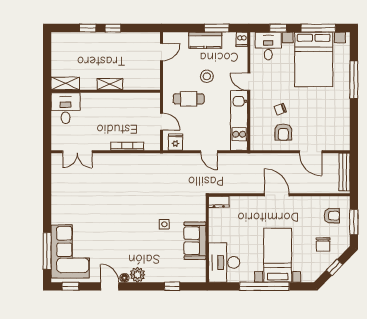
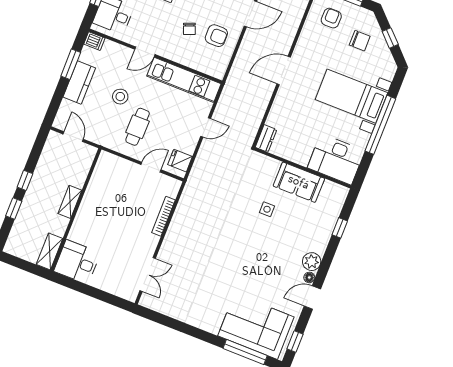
shelving: (65, 84) -> (49, 251), moved
shelving: (110, 84) -> (70, 202), moved
wall: (106, 91) -> (76, 210), moved
desk: (66, 108) -> (77, 262), moved

